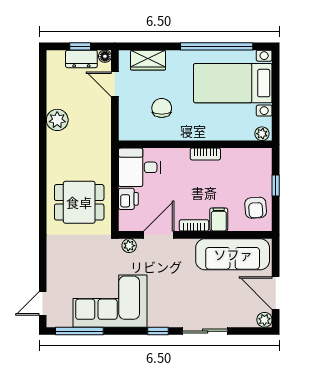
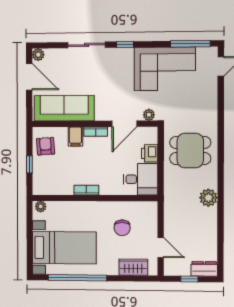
floor lamp: (105, 56) -> (169, 271), removed
dresser: (81, 59) -> (204, 269), moved
plant: (57, 120) -> (208, 198), moved

